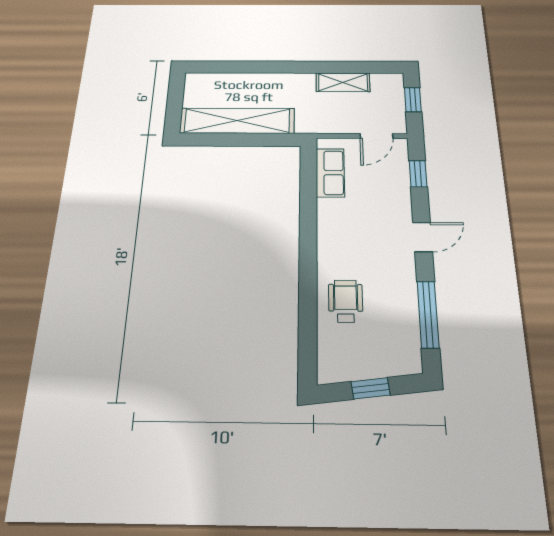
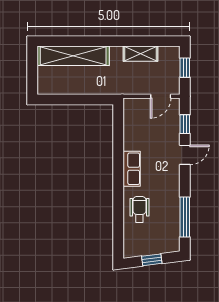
shelving: (237, 121) -> (73, 56), moved
row of seats: (330, 173) -> (132, 169), moved
door: (423, 237) -> (185, 155), moved

